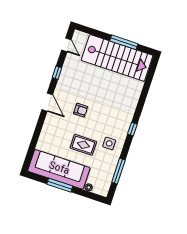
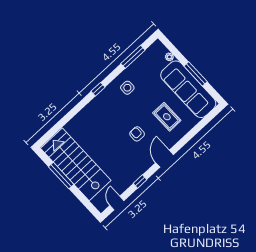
rug: (83, 145) -> (167, 117), moved

